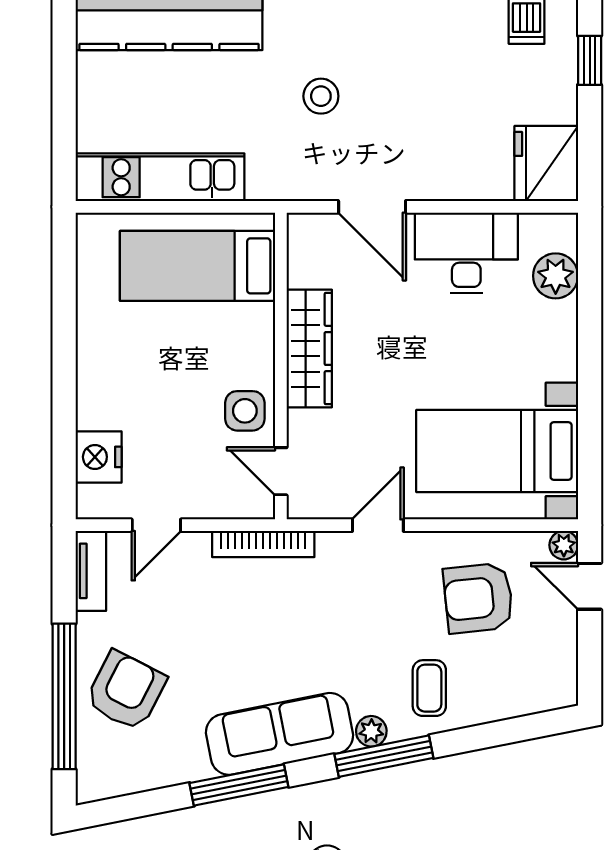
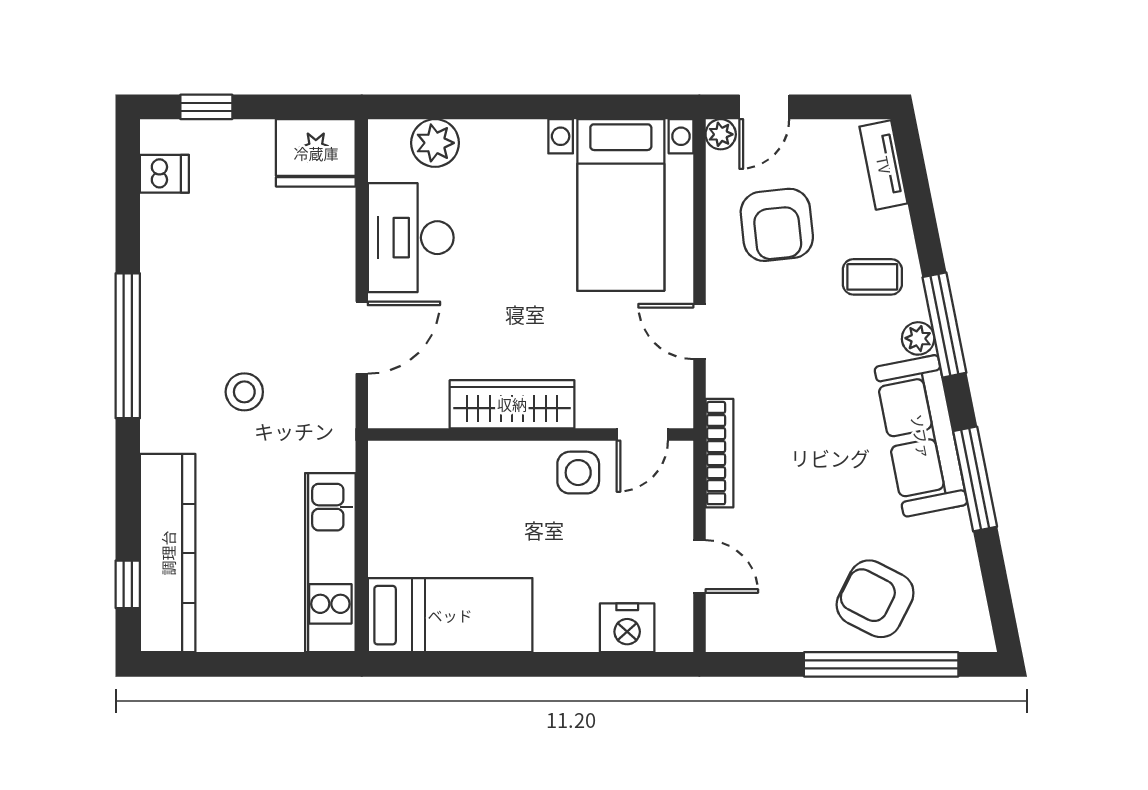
bed: (197, 266) -> (450, 615), moved, turned -90
tv unit: (91, 571) -> (884, 165), moved, turned -101

